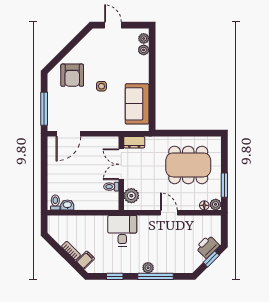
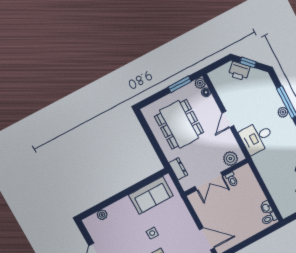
plant: (144, 38) -> (92, 220), removed
dresser: (134, 142) -> (178, 169), moved
desk: (122, 231) -> (257, 137), moved

